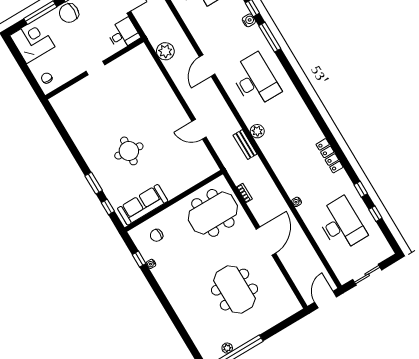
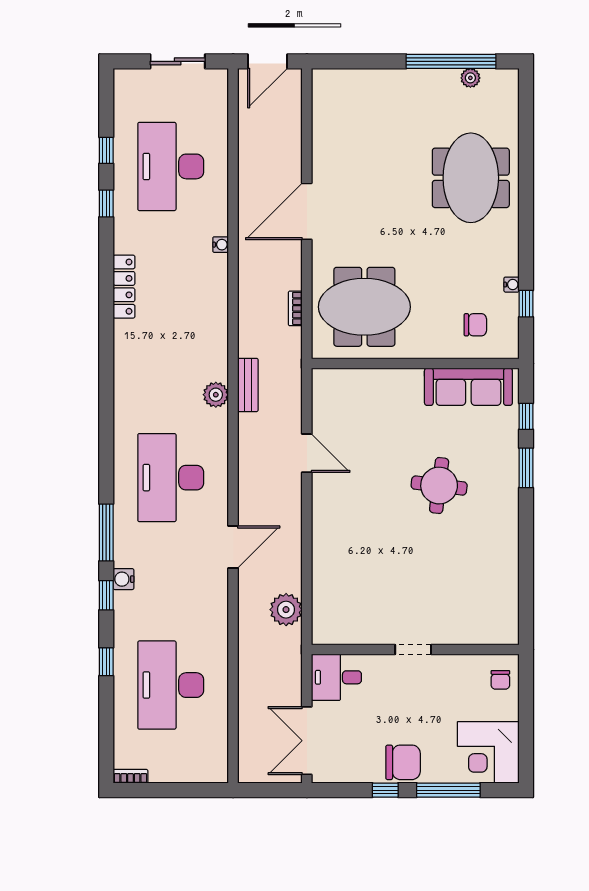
meeting table: (234, 290) -> (471, 178), moved

